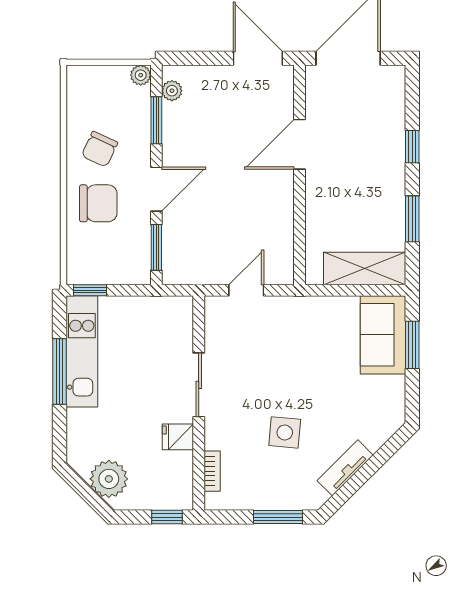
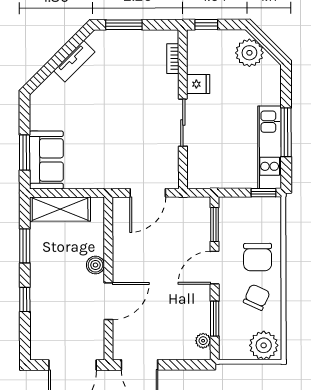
plant: (141, 75) -> (264, 345), moved, width x1.88, depth x1.88
boiler: (317, 193) -> (95, 265), added
chair: (98, 203) -> (258, 257), turned -90
door: (246, 290) -> (148, 193), width x1.38
side table: (285, 432) -> (119, 87), removed

